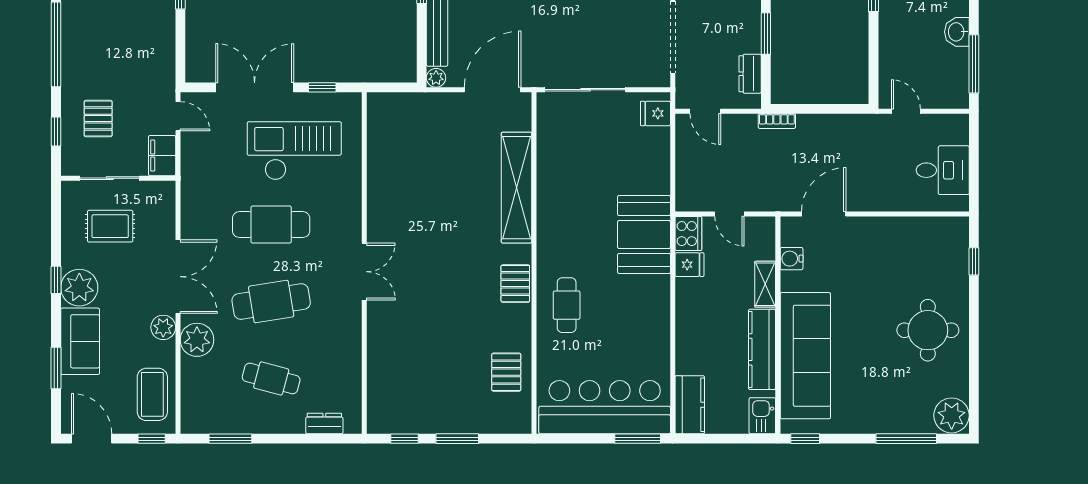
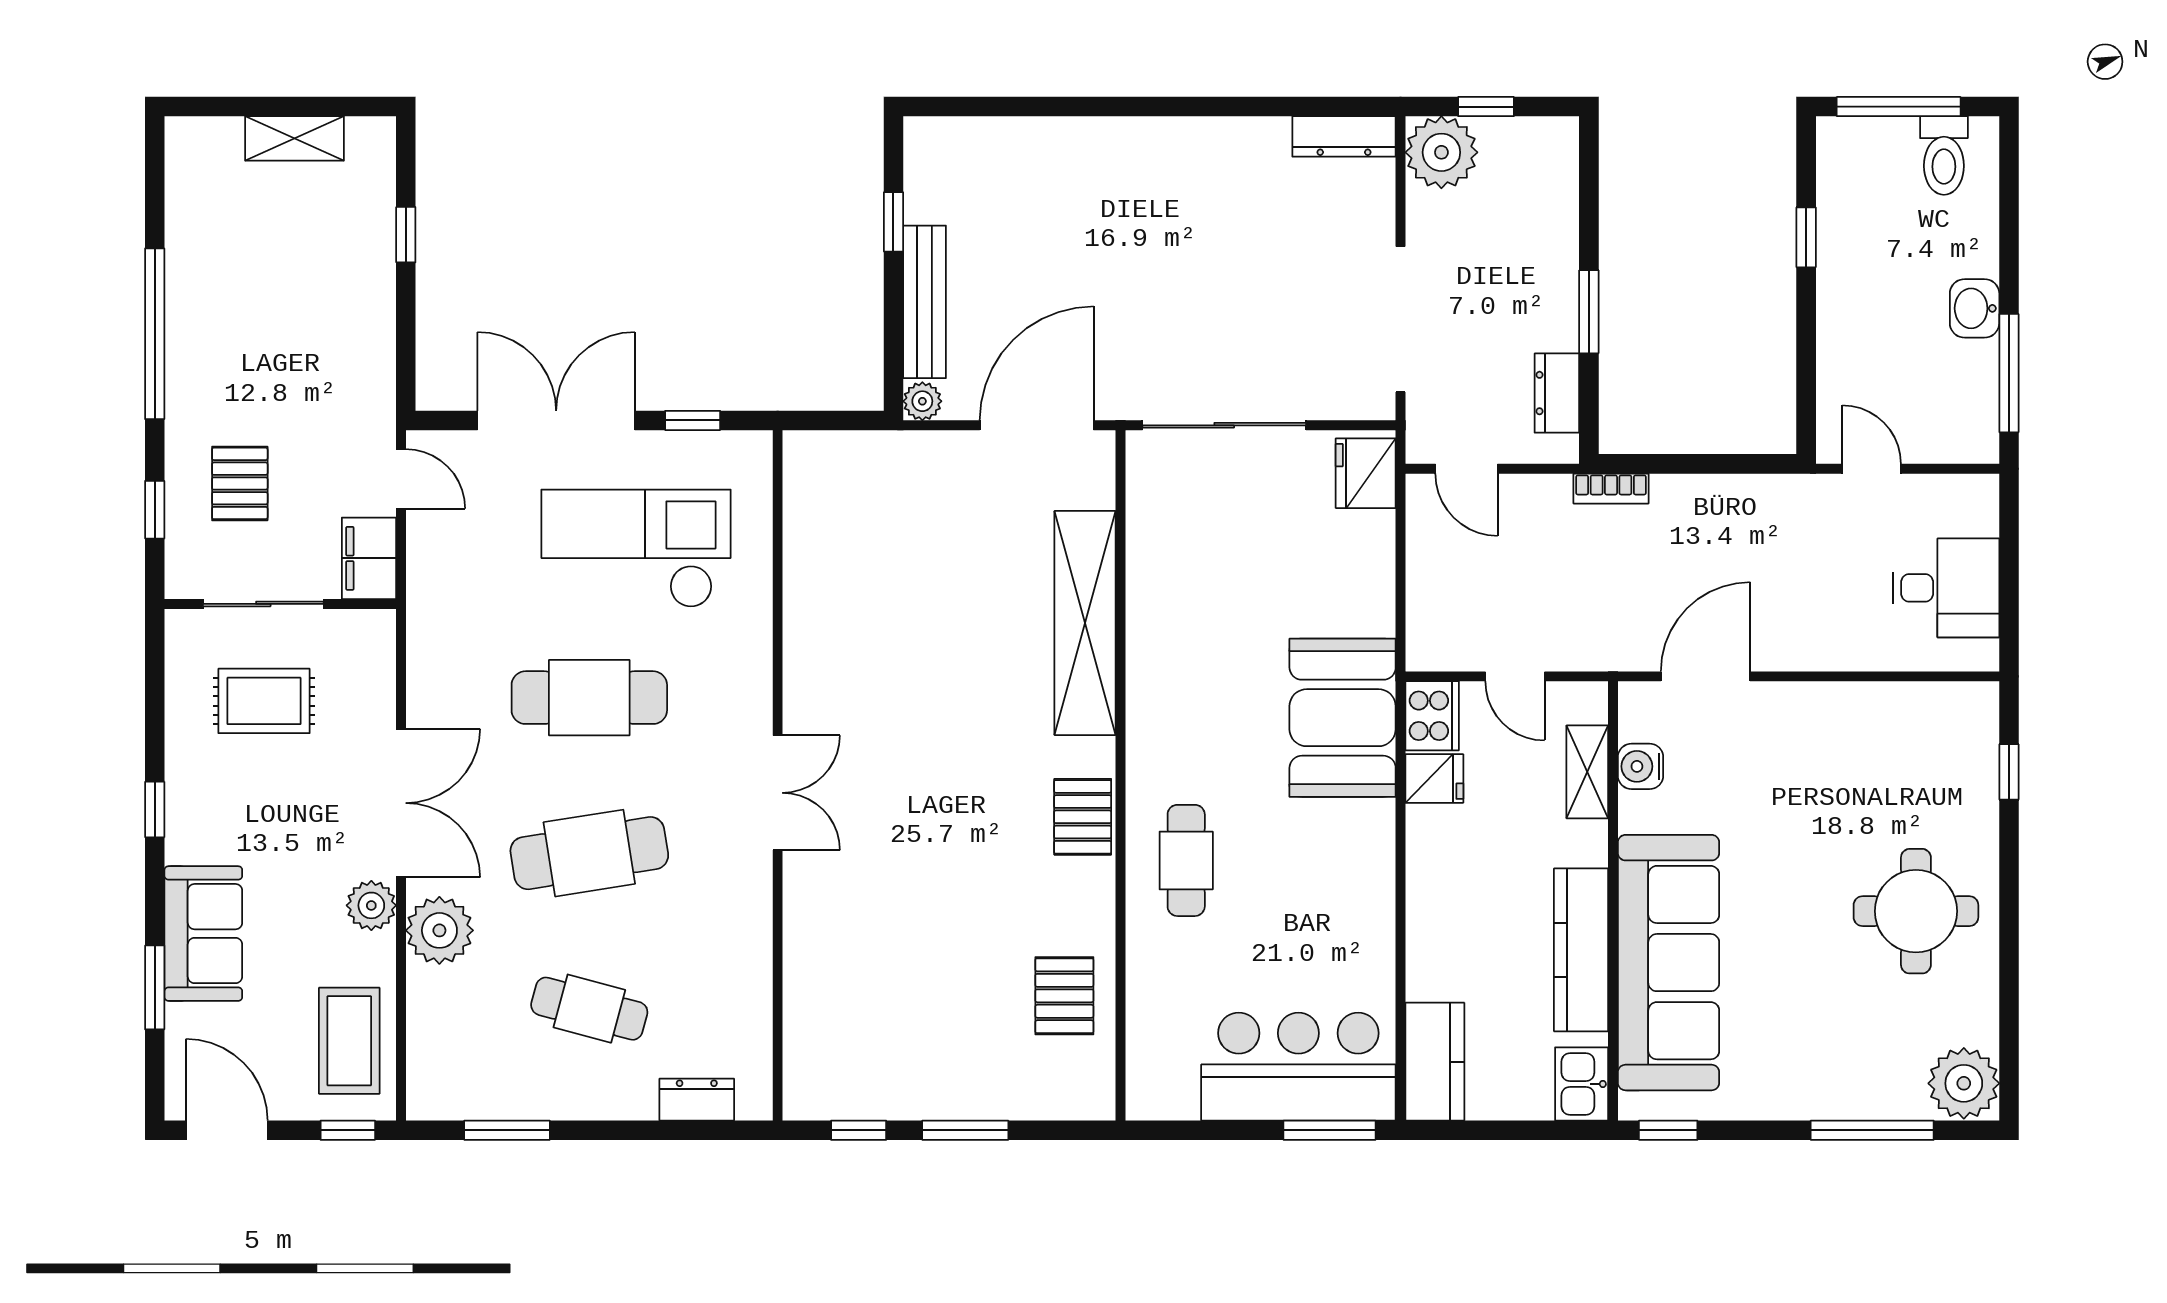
fridge: (655, 113) -> (1366, 473), width x1.38
shelving: (765, 284) -> (1587, 772), moved
plant: (79, 288) -> (202, 825), removed
bar counter: (605, 407) -> (1298, 1067), width x0.73

